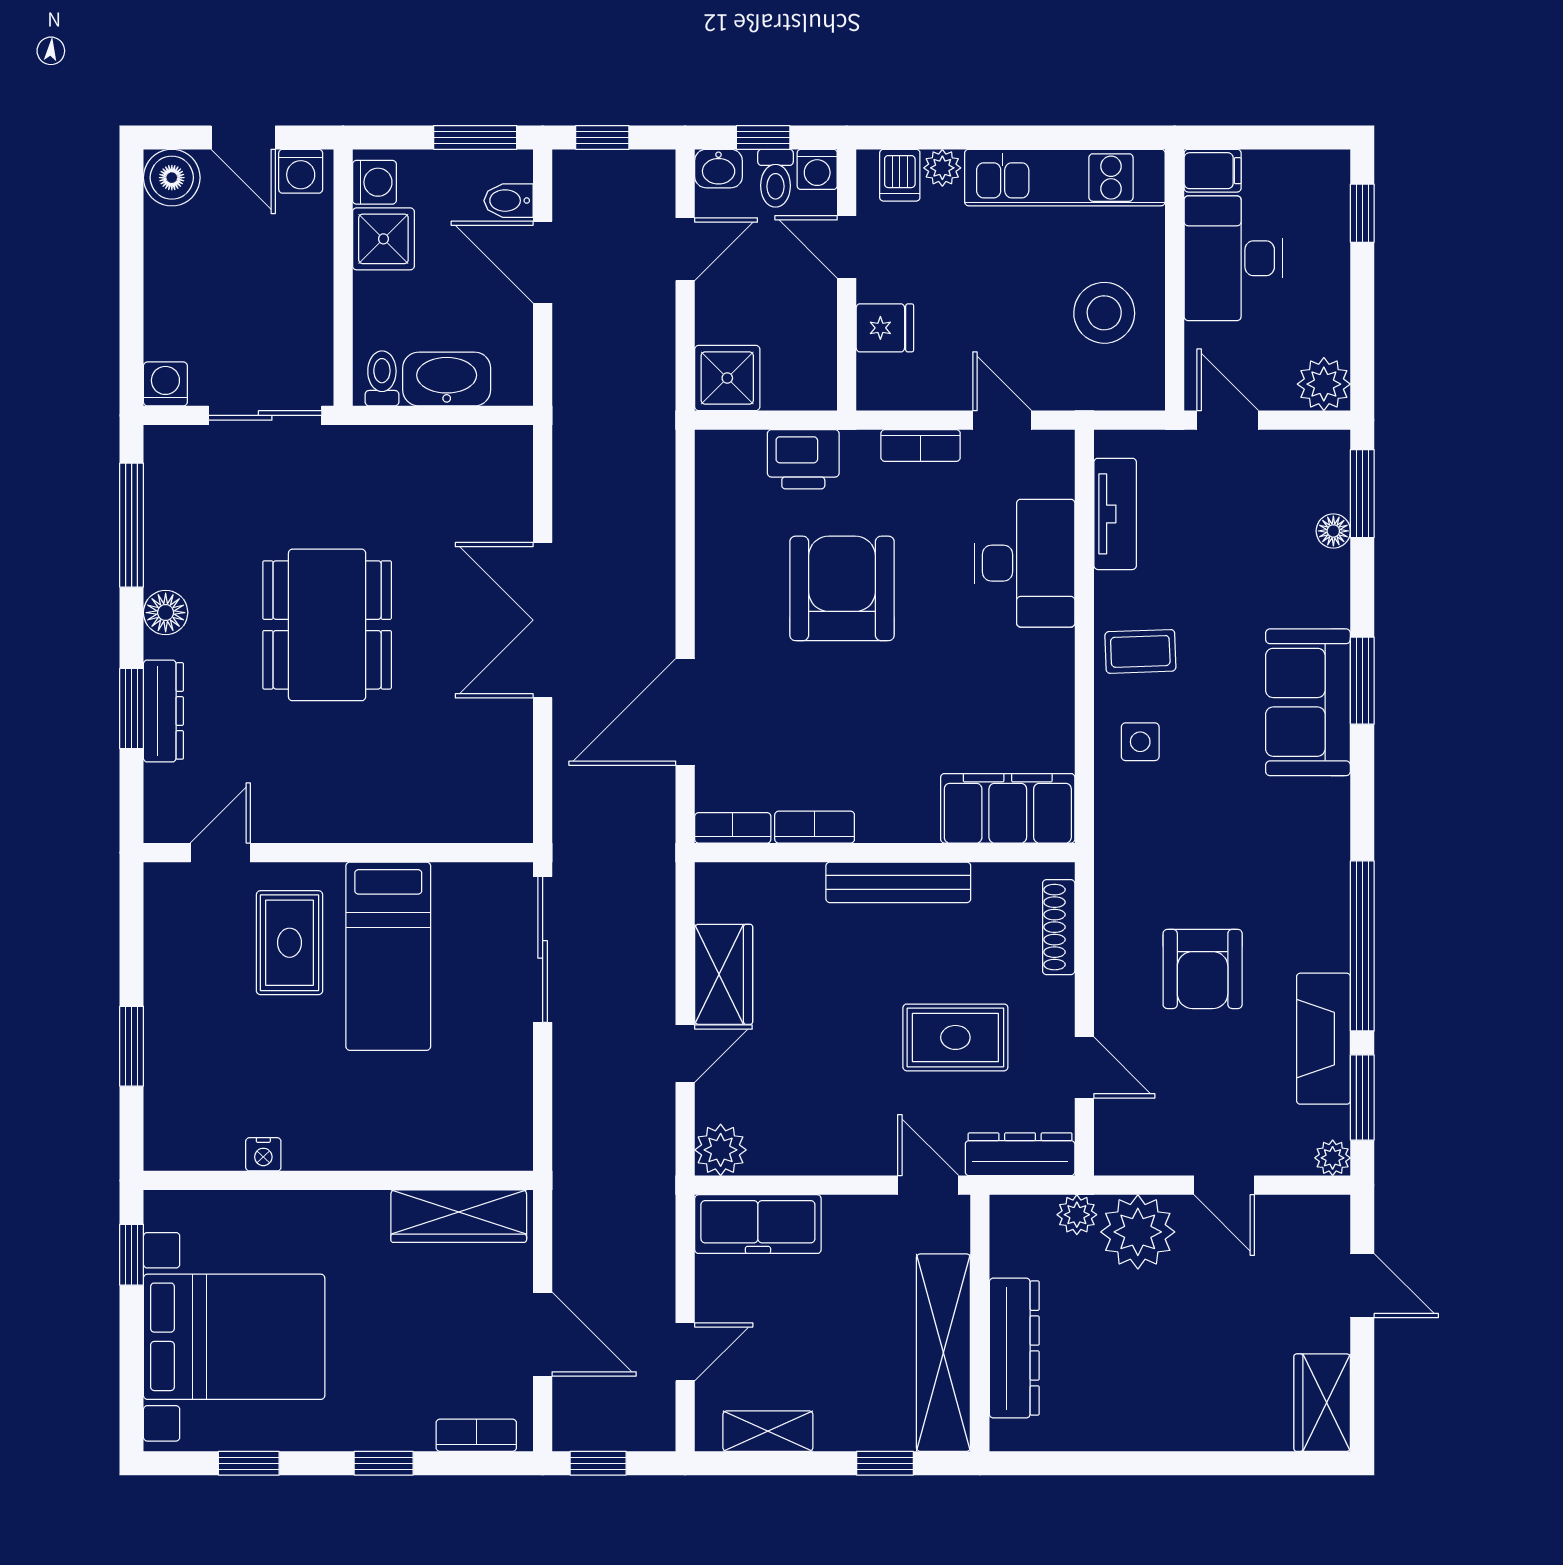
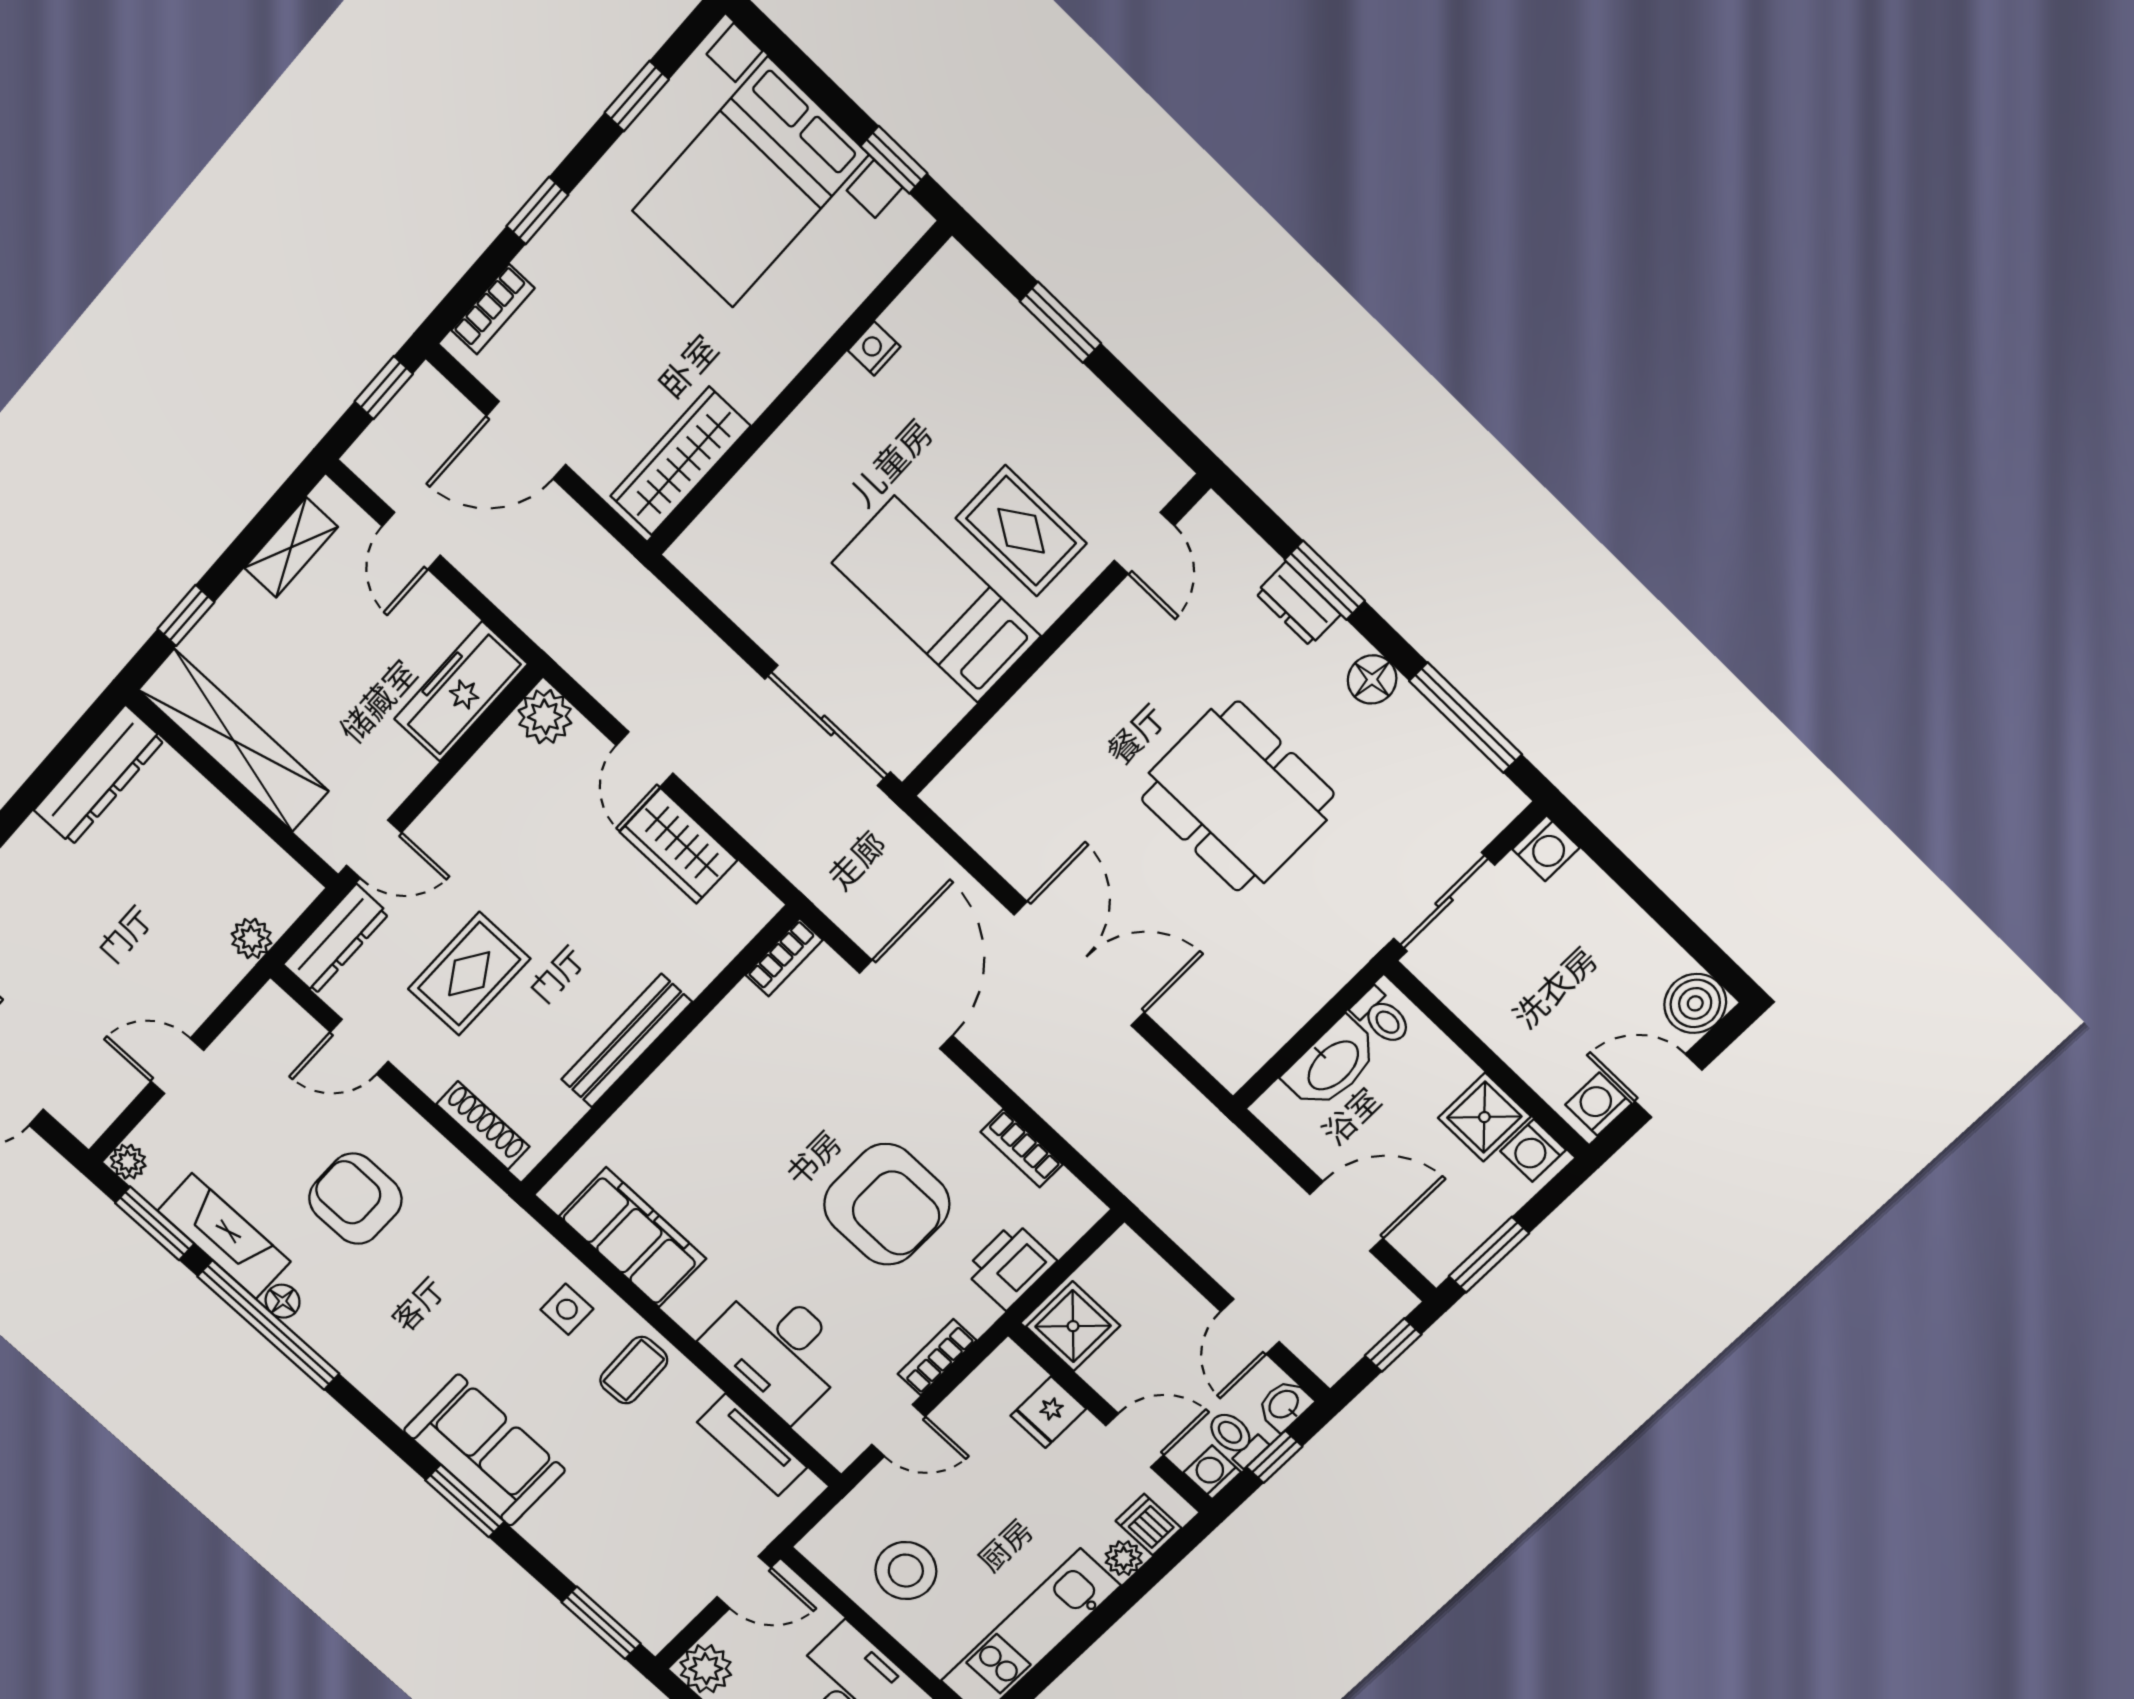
bidet: (508, 201) -> (1417, 1235), removed
shower: (727, 378) -> (1073, 1326), moved
floor lamp: (1333, 531) -> (283, 1301), moved
dresser: (163, 711) -> (1298, 604), width x0.70
filing cabinet: (1008, 808) -> (633, 1237), moved, turned -90
bookcase: (815, 827) -> (1022, 1148), moved, turned 90
plant: (1138, 1232) -> (198, 971), removed
dresser: (1014, 1348) -> (99, 775), moved, turned -90

